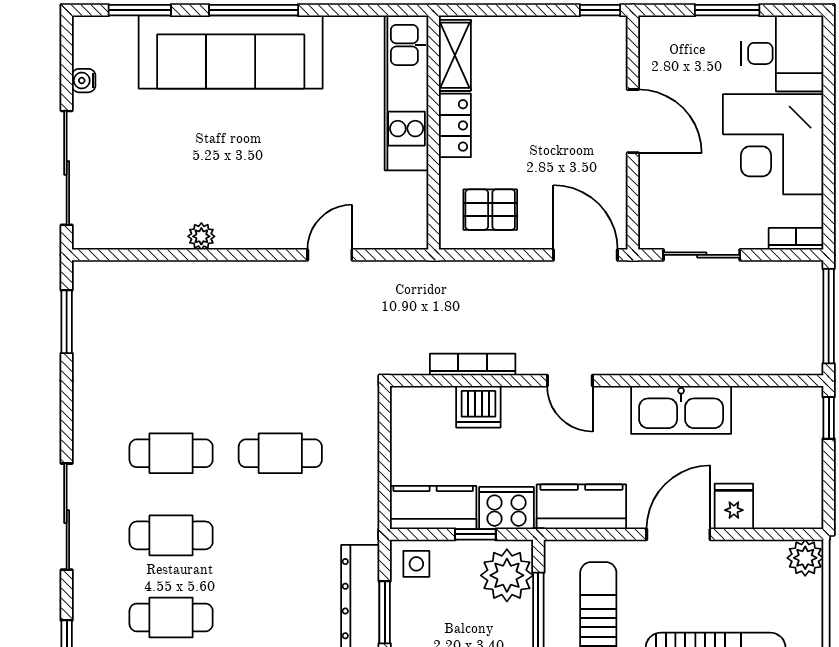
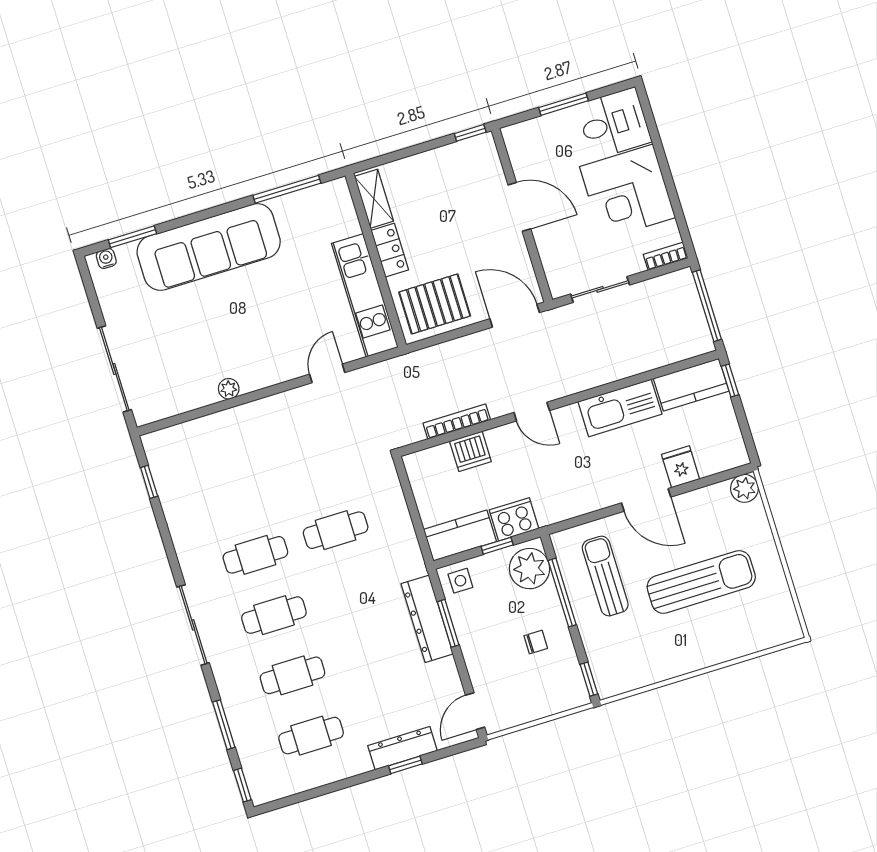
window: (254, 10) -> (287, 189), moved
water cooler: (84, 81) -> (106, 258), moved, turned 90
kitchen unit: (407, 93) -> (365, 295), moved
pallet: (490, 210) -> (435, 304), width x1.50, depth x1.42
window: (67, 322) -> (149, 482), width x0.67
kitchen counter: (581, 507) -> (691, 385), moved, turned 180
door: (678, 534) -> (646, 500), swing flipped

